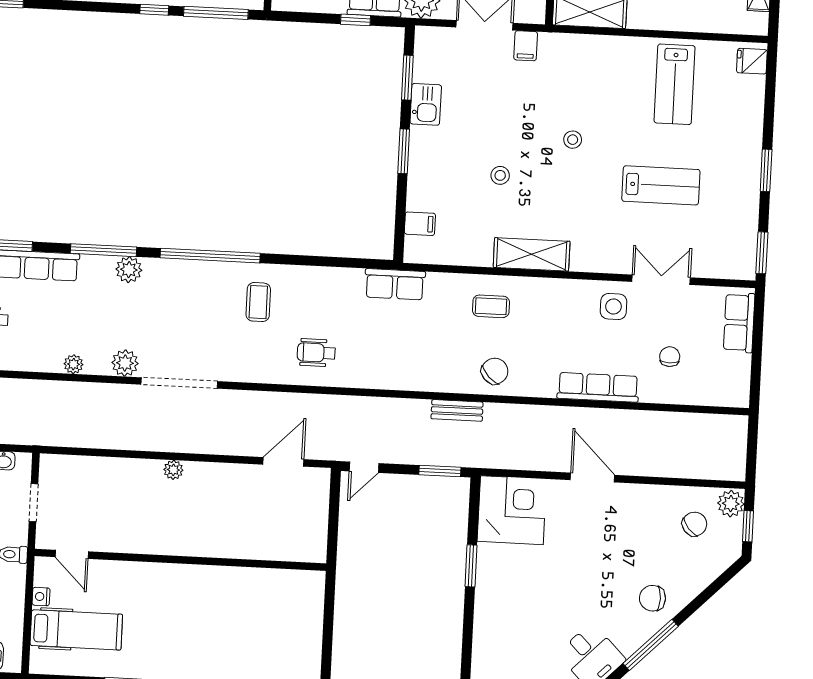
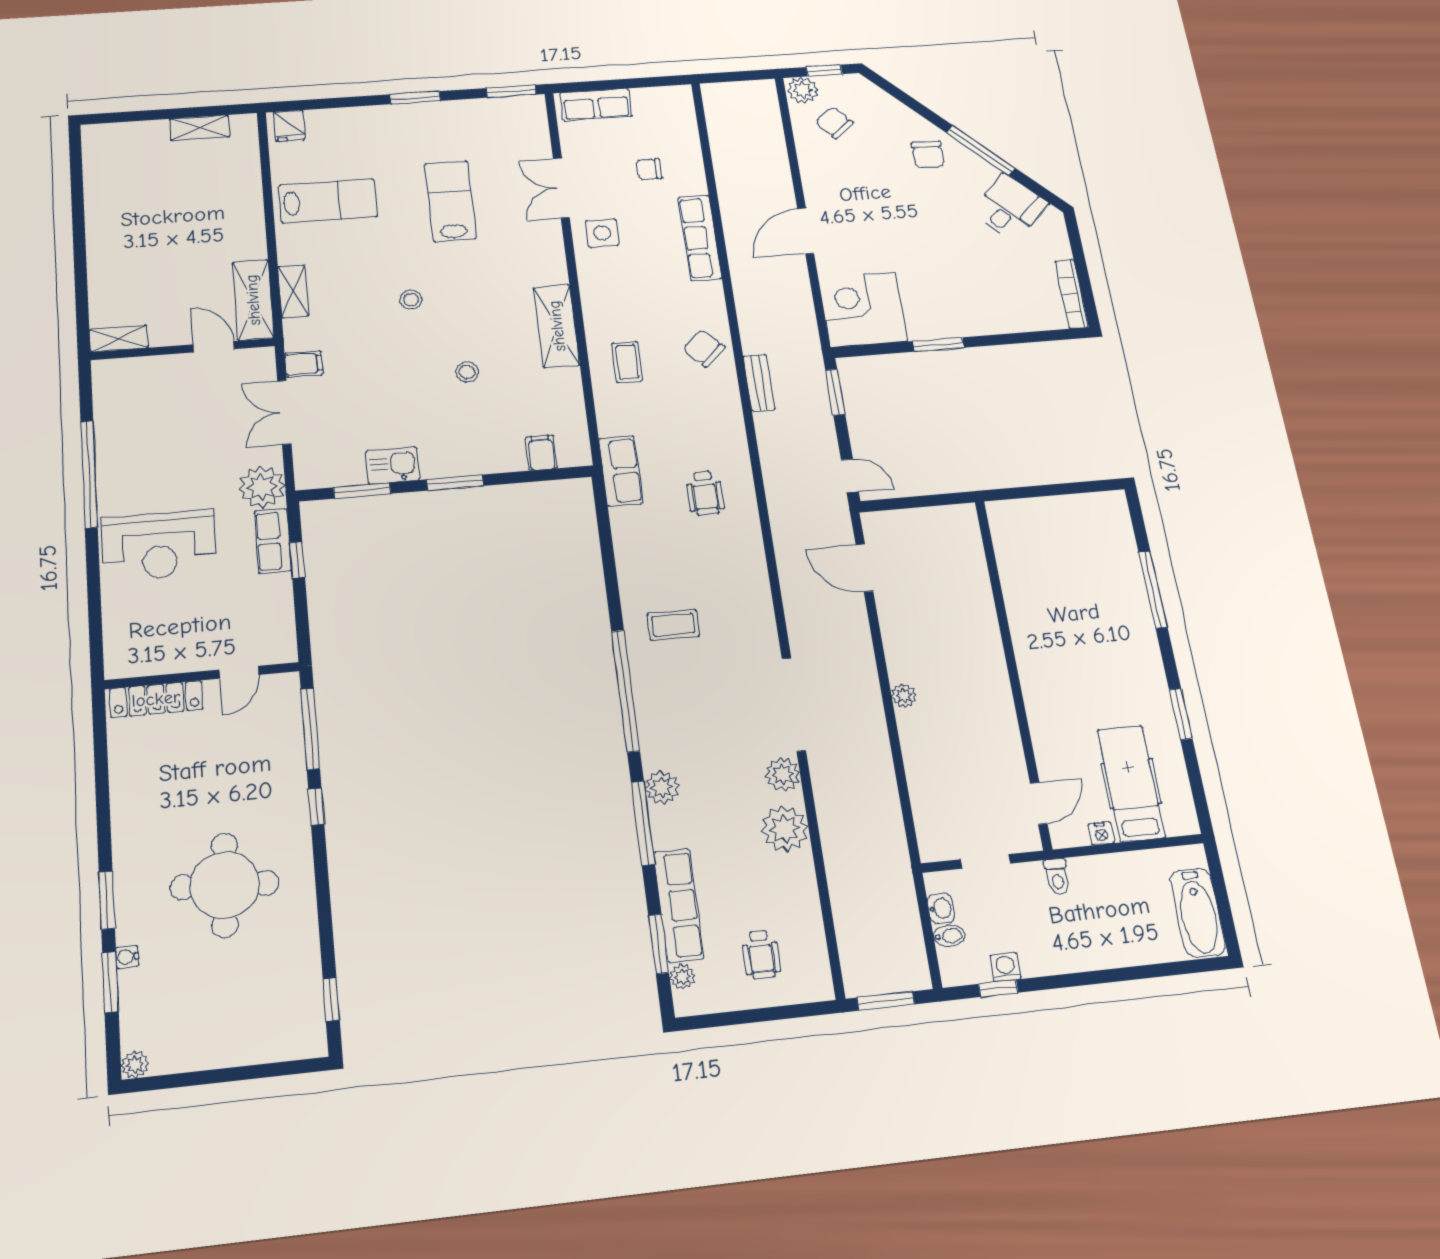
shelving: (593, 45) -> (293, 291), added
wheelchair: (316, 353) -> (705, 493), moved
plant: (74, 364) -> (785, 829), width x1.88, depth x1.88

